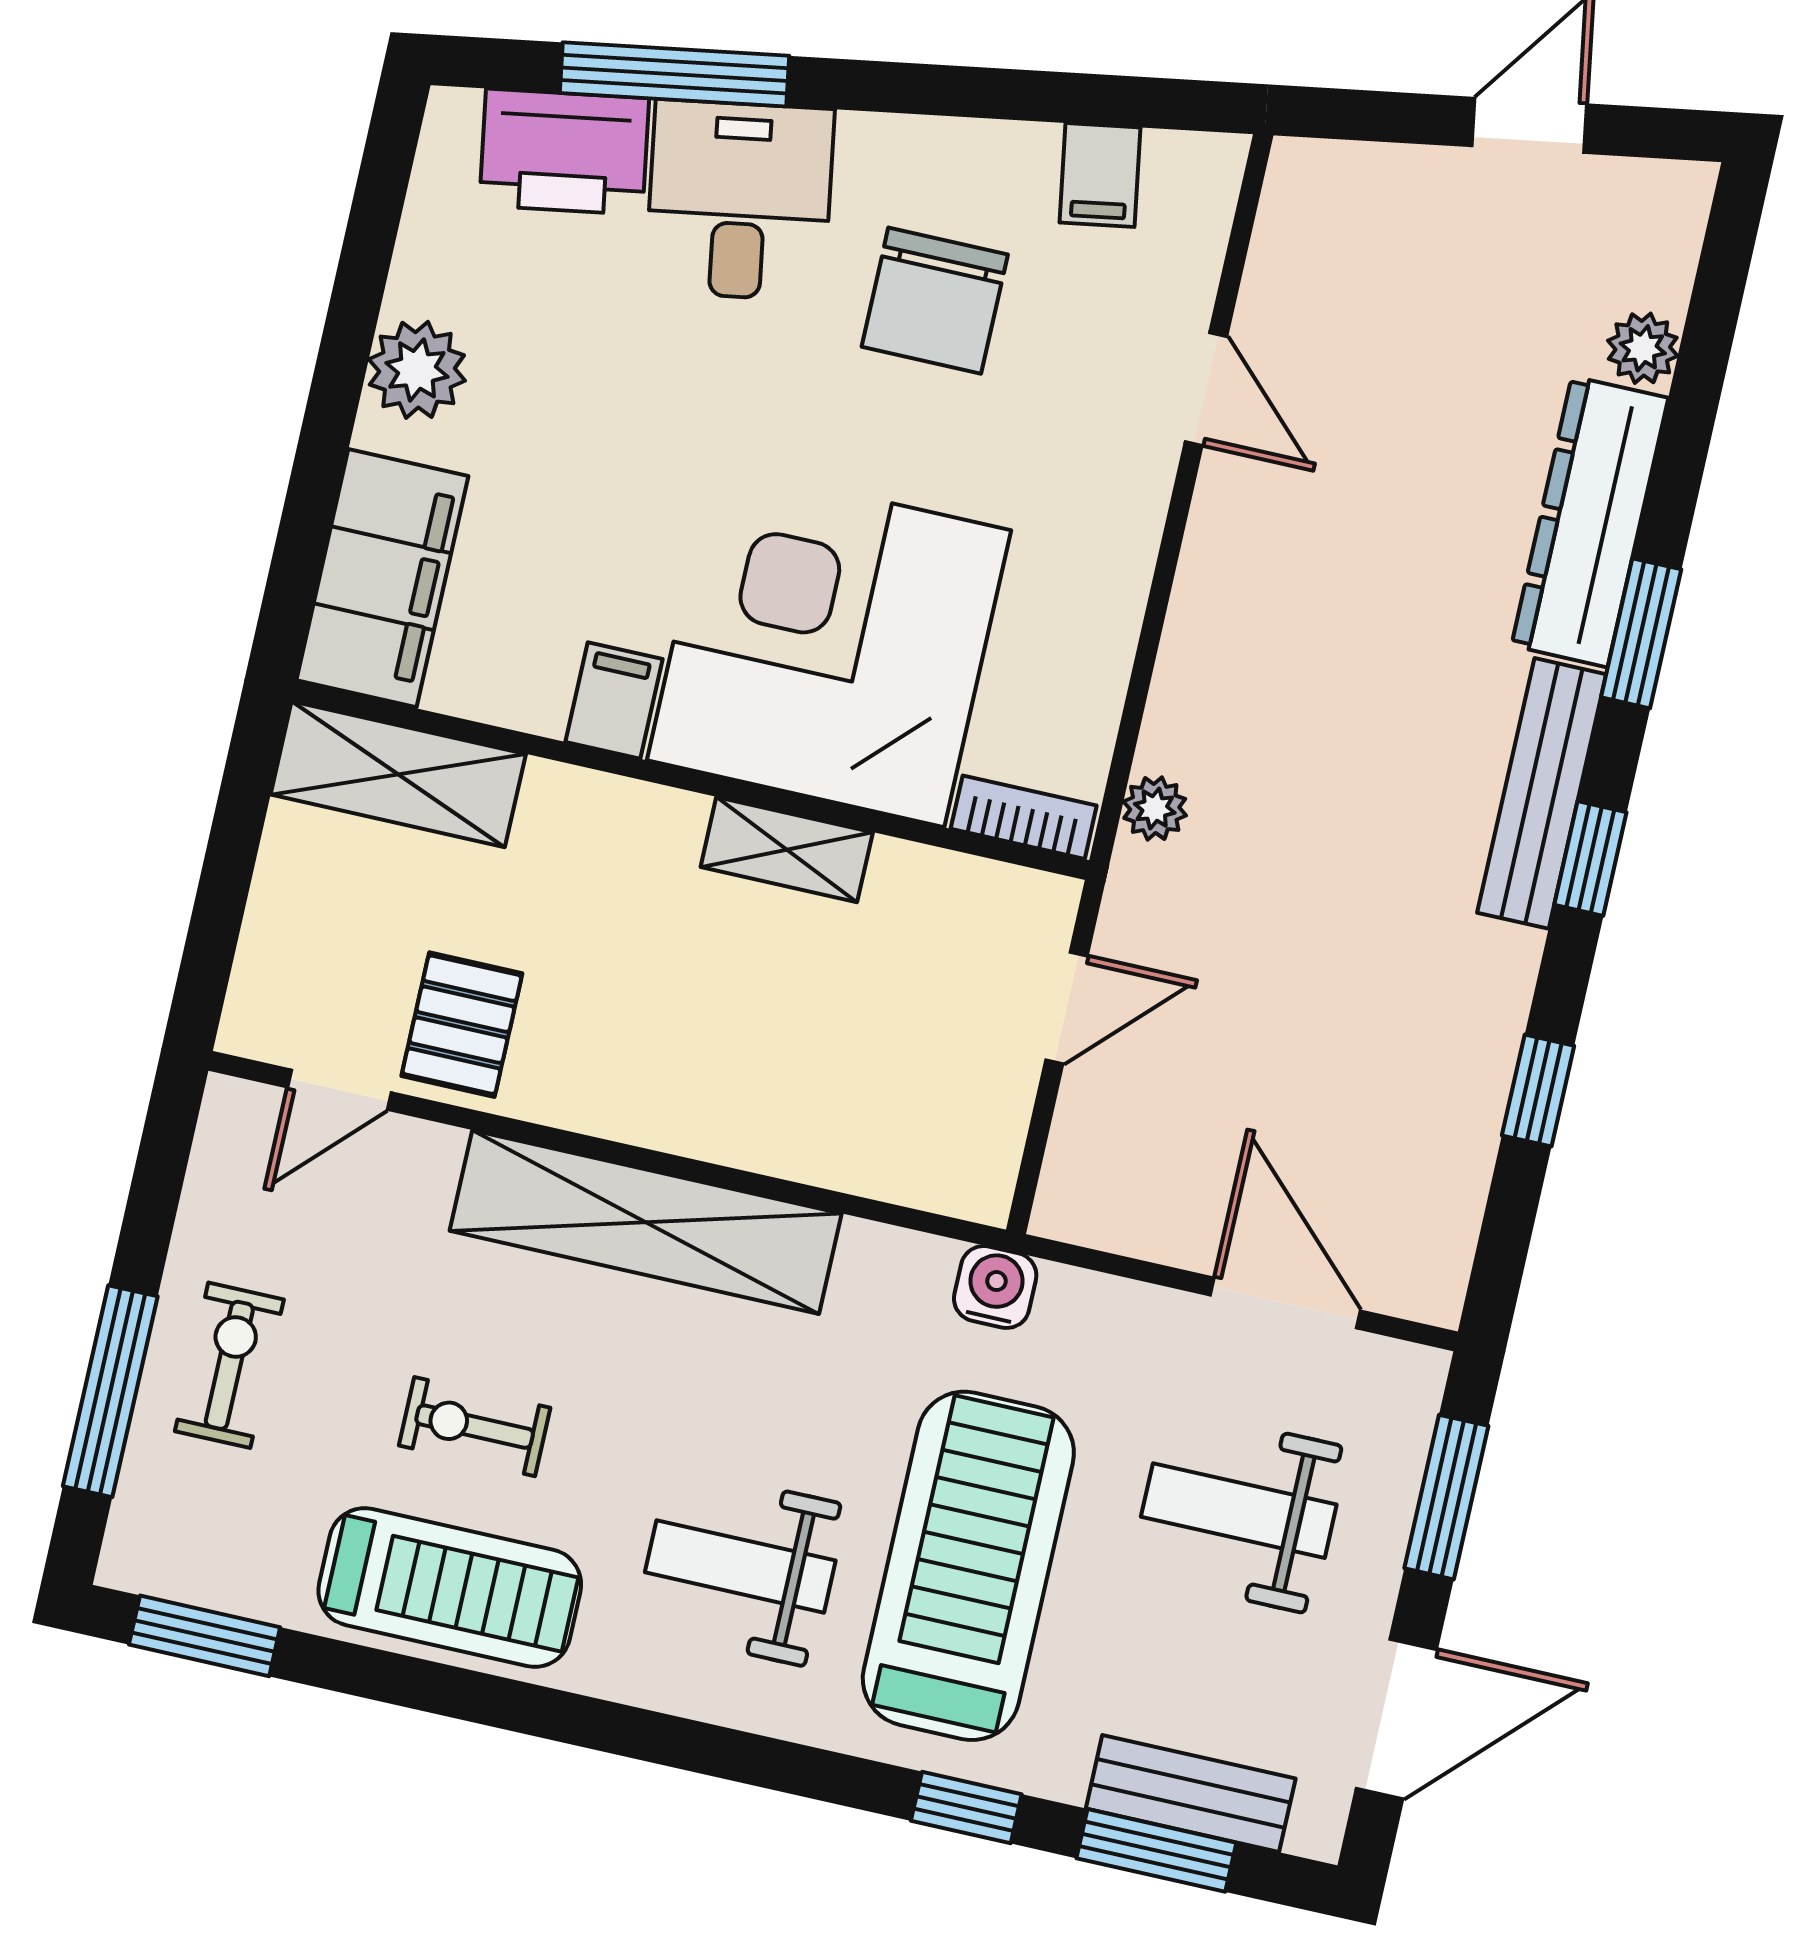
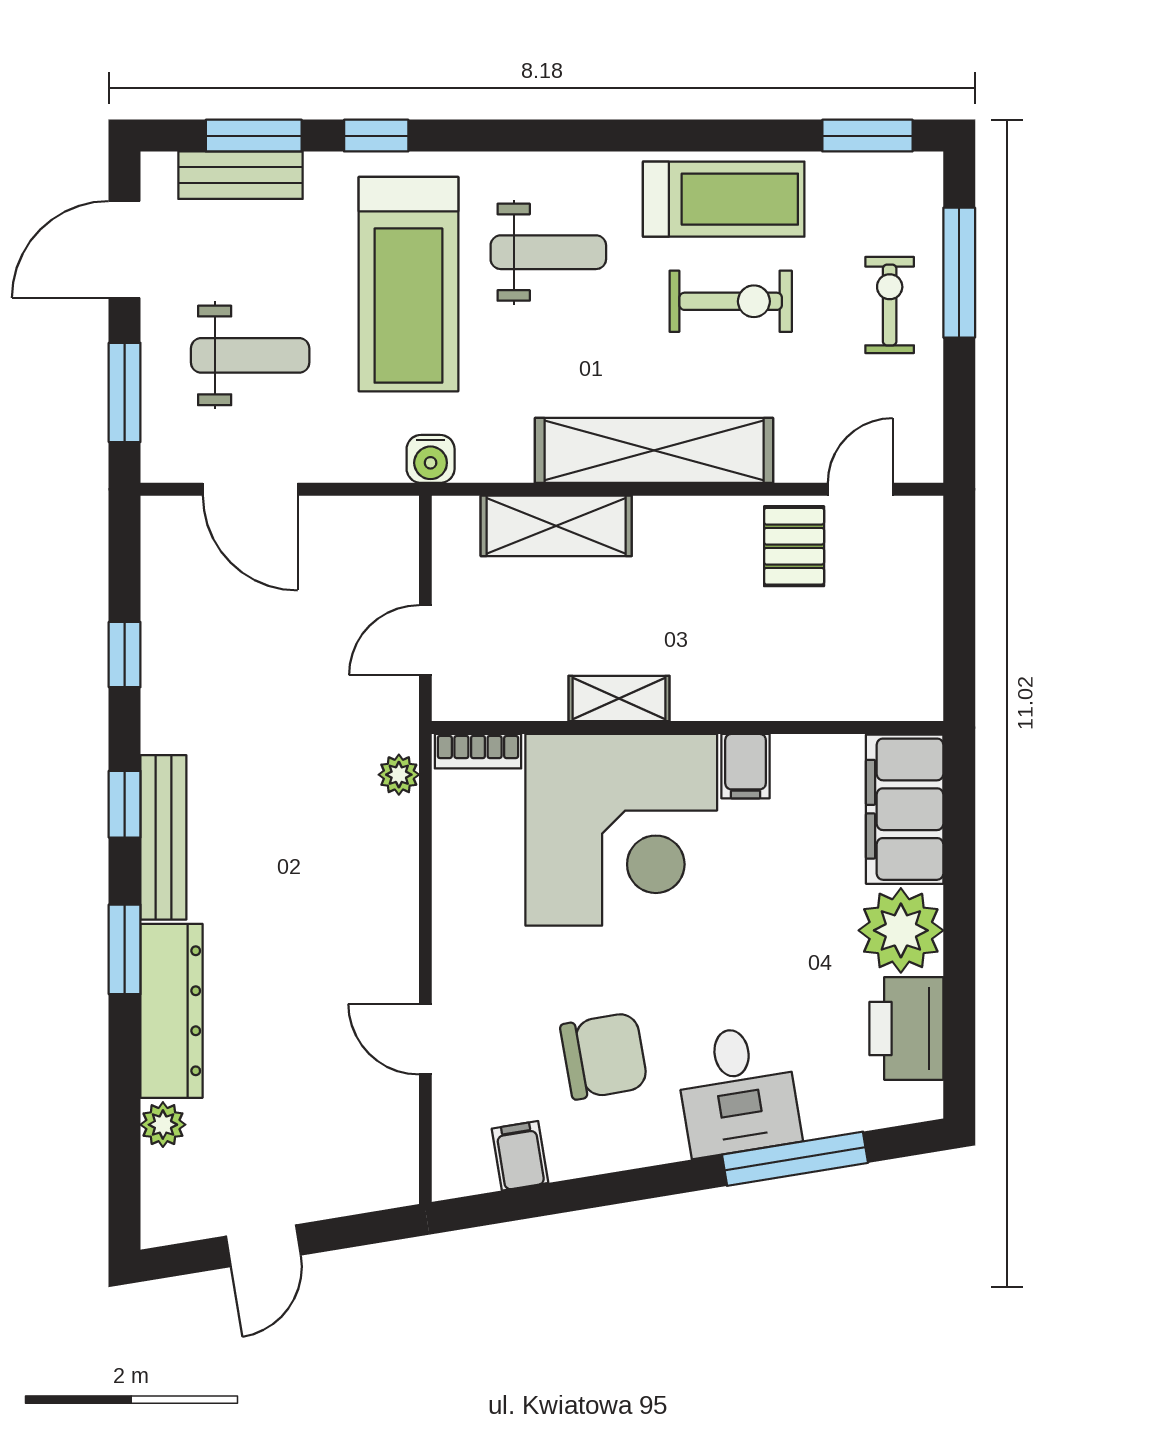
printer: (564, 152) -> (906, 1028), moved, turned -81
chair: (935, 301) -> (604, 1056), turned 80
plant: (417, 370) -> (901, 930), width x1.36, depth x1.36
shelving: (398, 774) -> (556, 526), moved
exercise bike: (229, 1365) -> (890, 305), turned 180
exercise bike: (475, 1427) -> (731, 301), width x1.38, depth x1.39
treadmill: (450, 1587) -> (724, 199), turned 180

